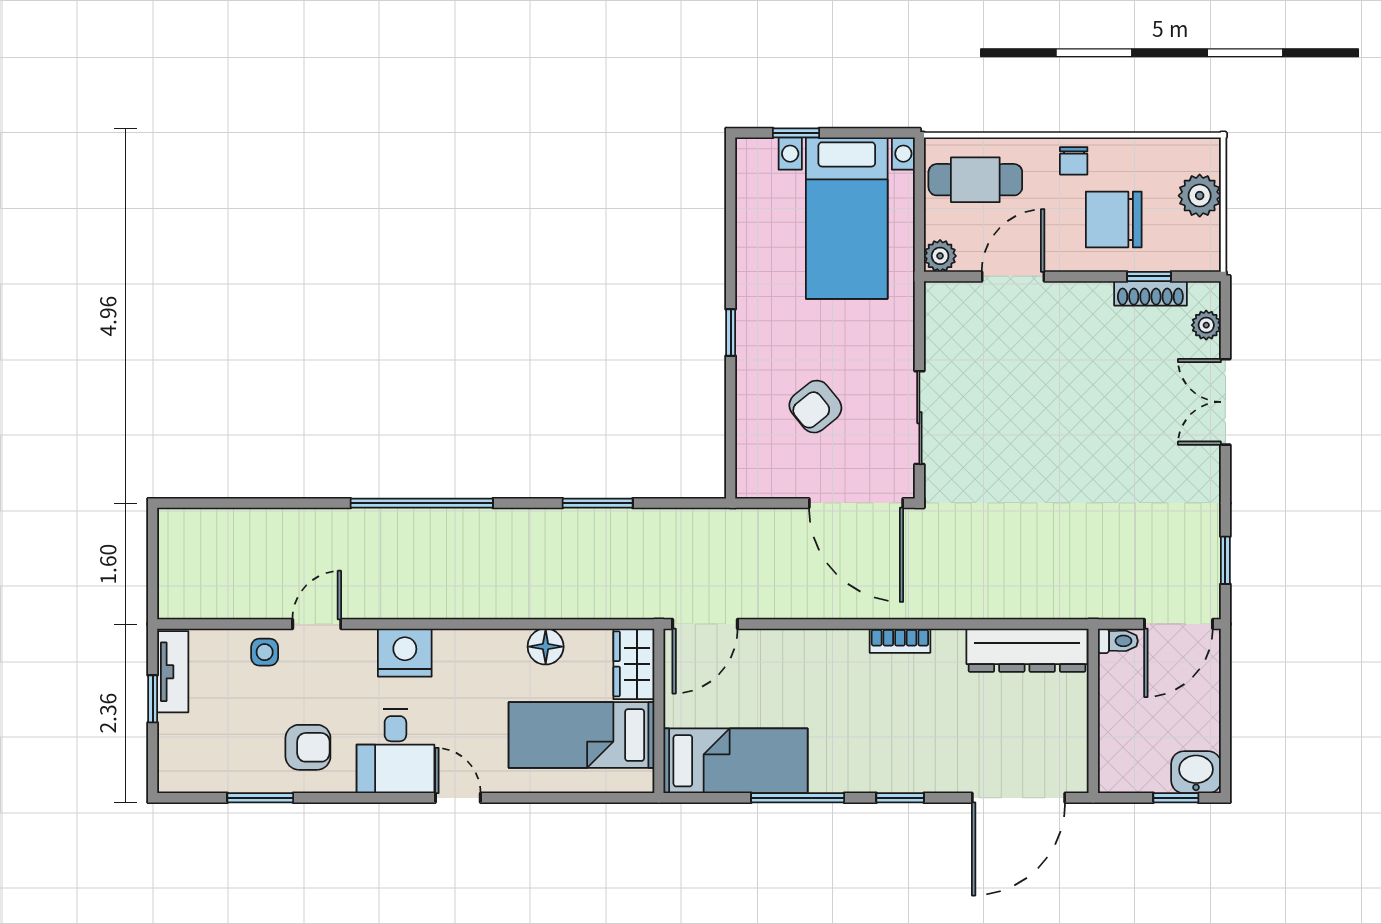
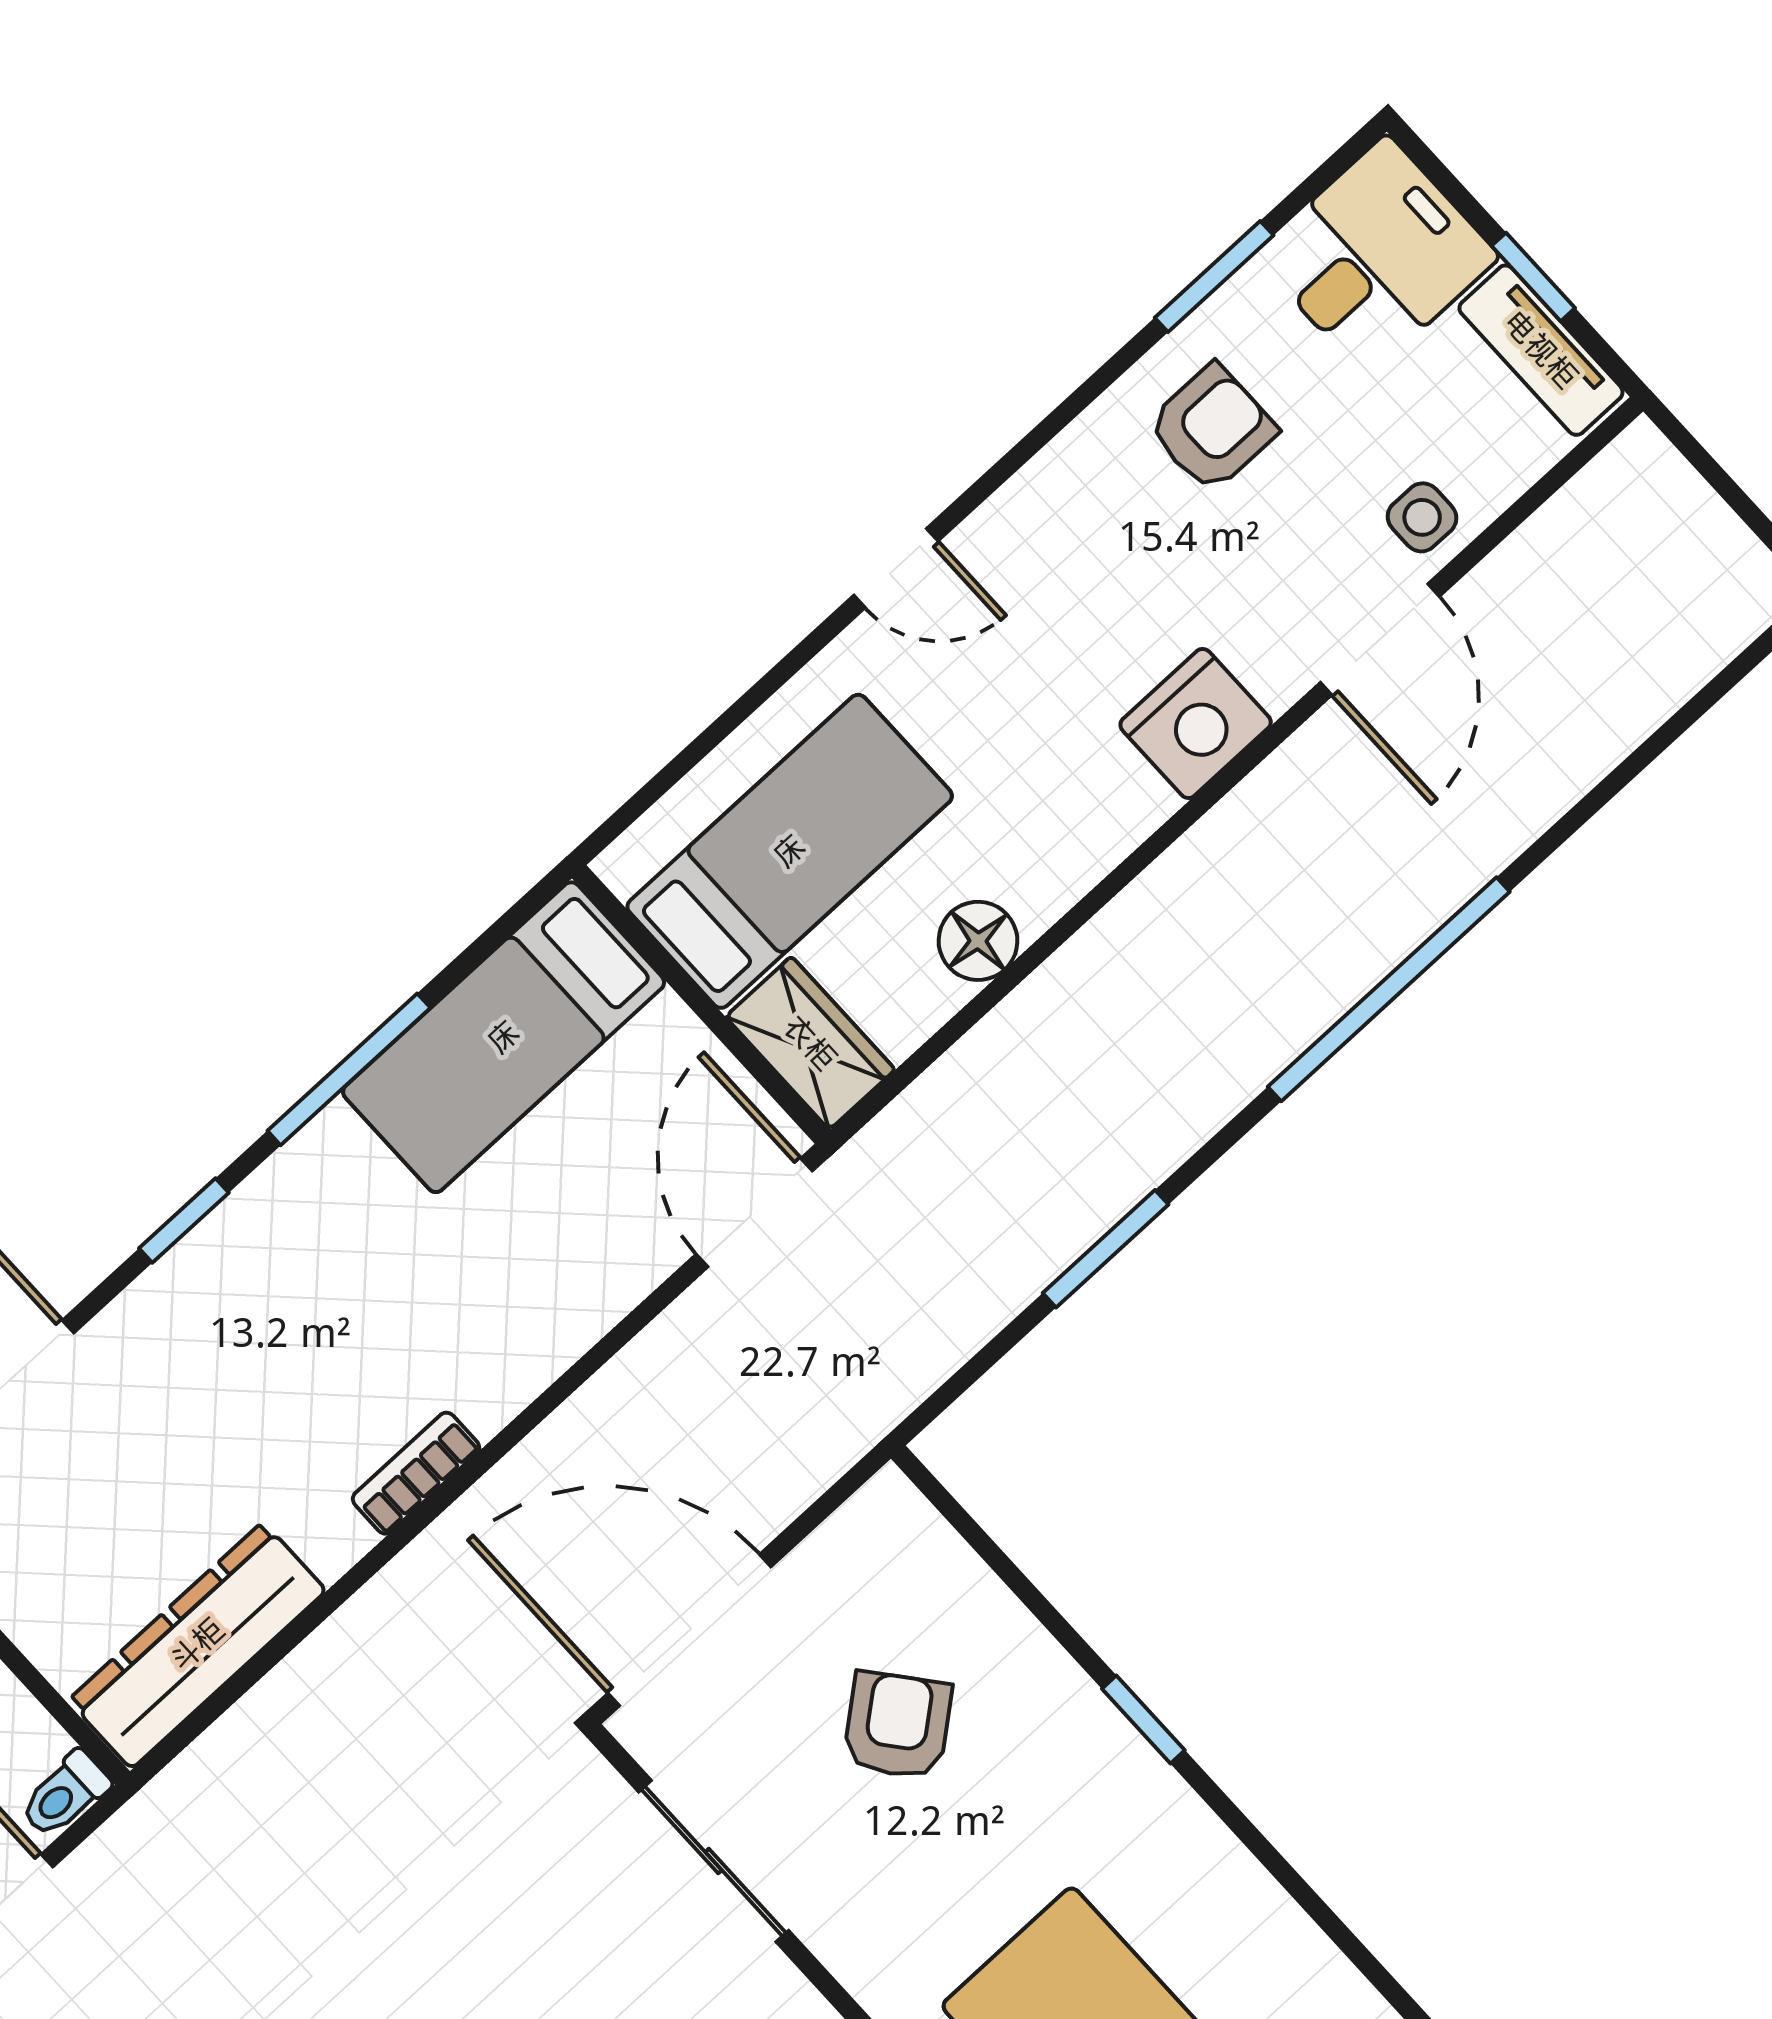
door: (317, 624) -> (1380, 639), width x1.38
armchair: (308, 747) -> (1212, 428), turned 180
desk: (395, 751) -> (1377, 256), moved, turned 90

